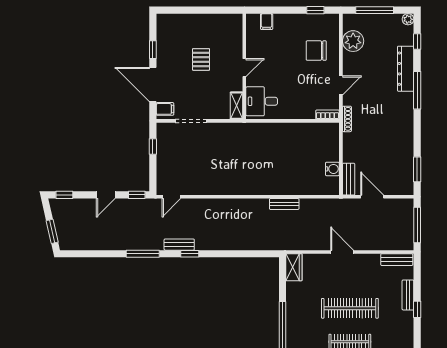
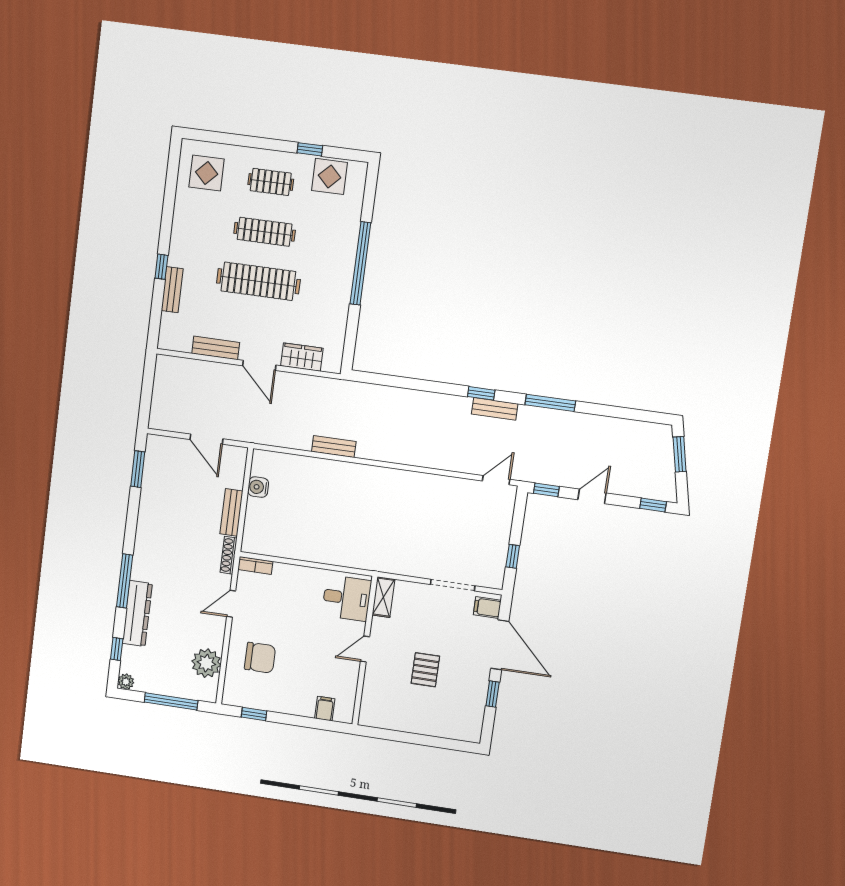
bench: (349, 179) -> (231, 512), moved
window: (417, 225) -> (147, 390), removed
bench: (397, 260) -> (216, 348), moved
wardrobe: (294, 267) -> (302, 357), moved, turned 90

